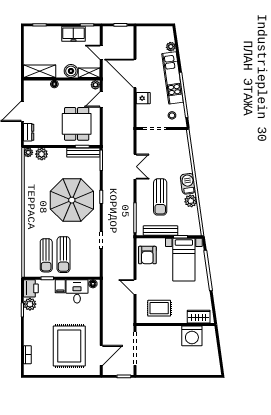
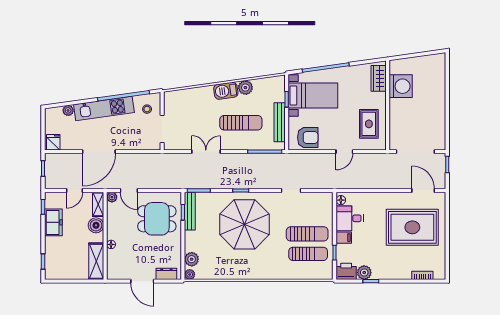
fridge: (143, 98) -> (53, 142), moved

